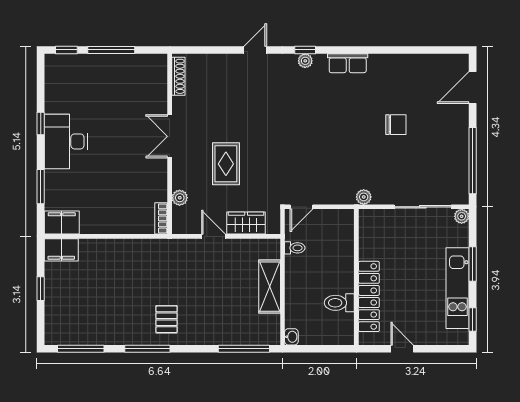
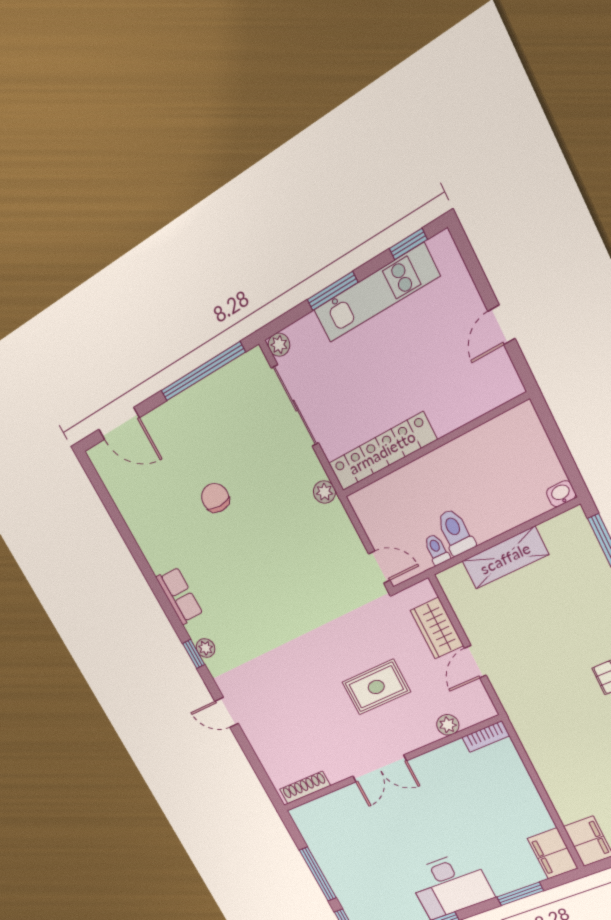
locker: (369, 296) -> (382, 452), moved
toilet: (339, 303) -> (455, 532), moved, turned 180

